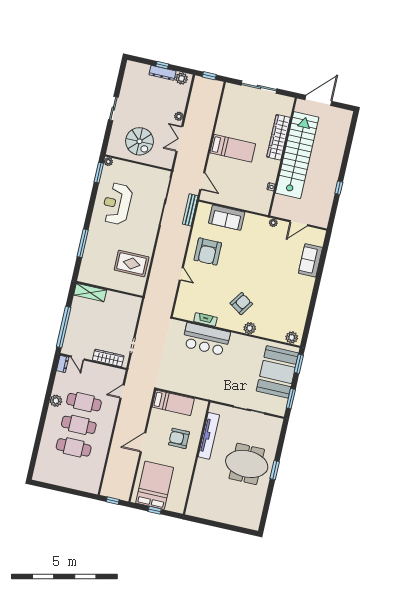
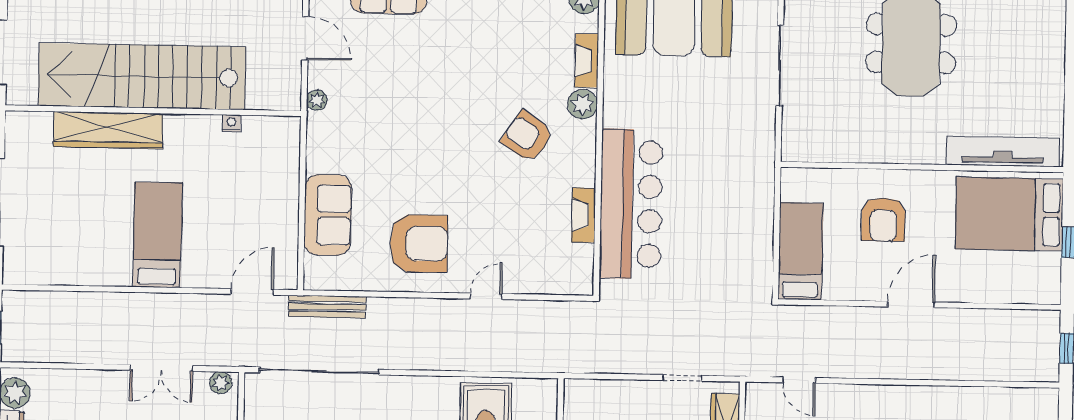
plant: (179, 116) -> (221, 383), moved
fireplace: (267, 333) -> (587, 61), added
bar counter: (206, 339) -> (631, 204), width x1.36
tv unit: (209, 436) -> (1003, 152), moved
door: (143, 442) -> (911, 304), swing flipped
bed: (155, 485) -> (1009, 214), moved

